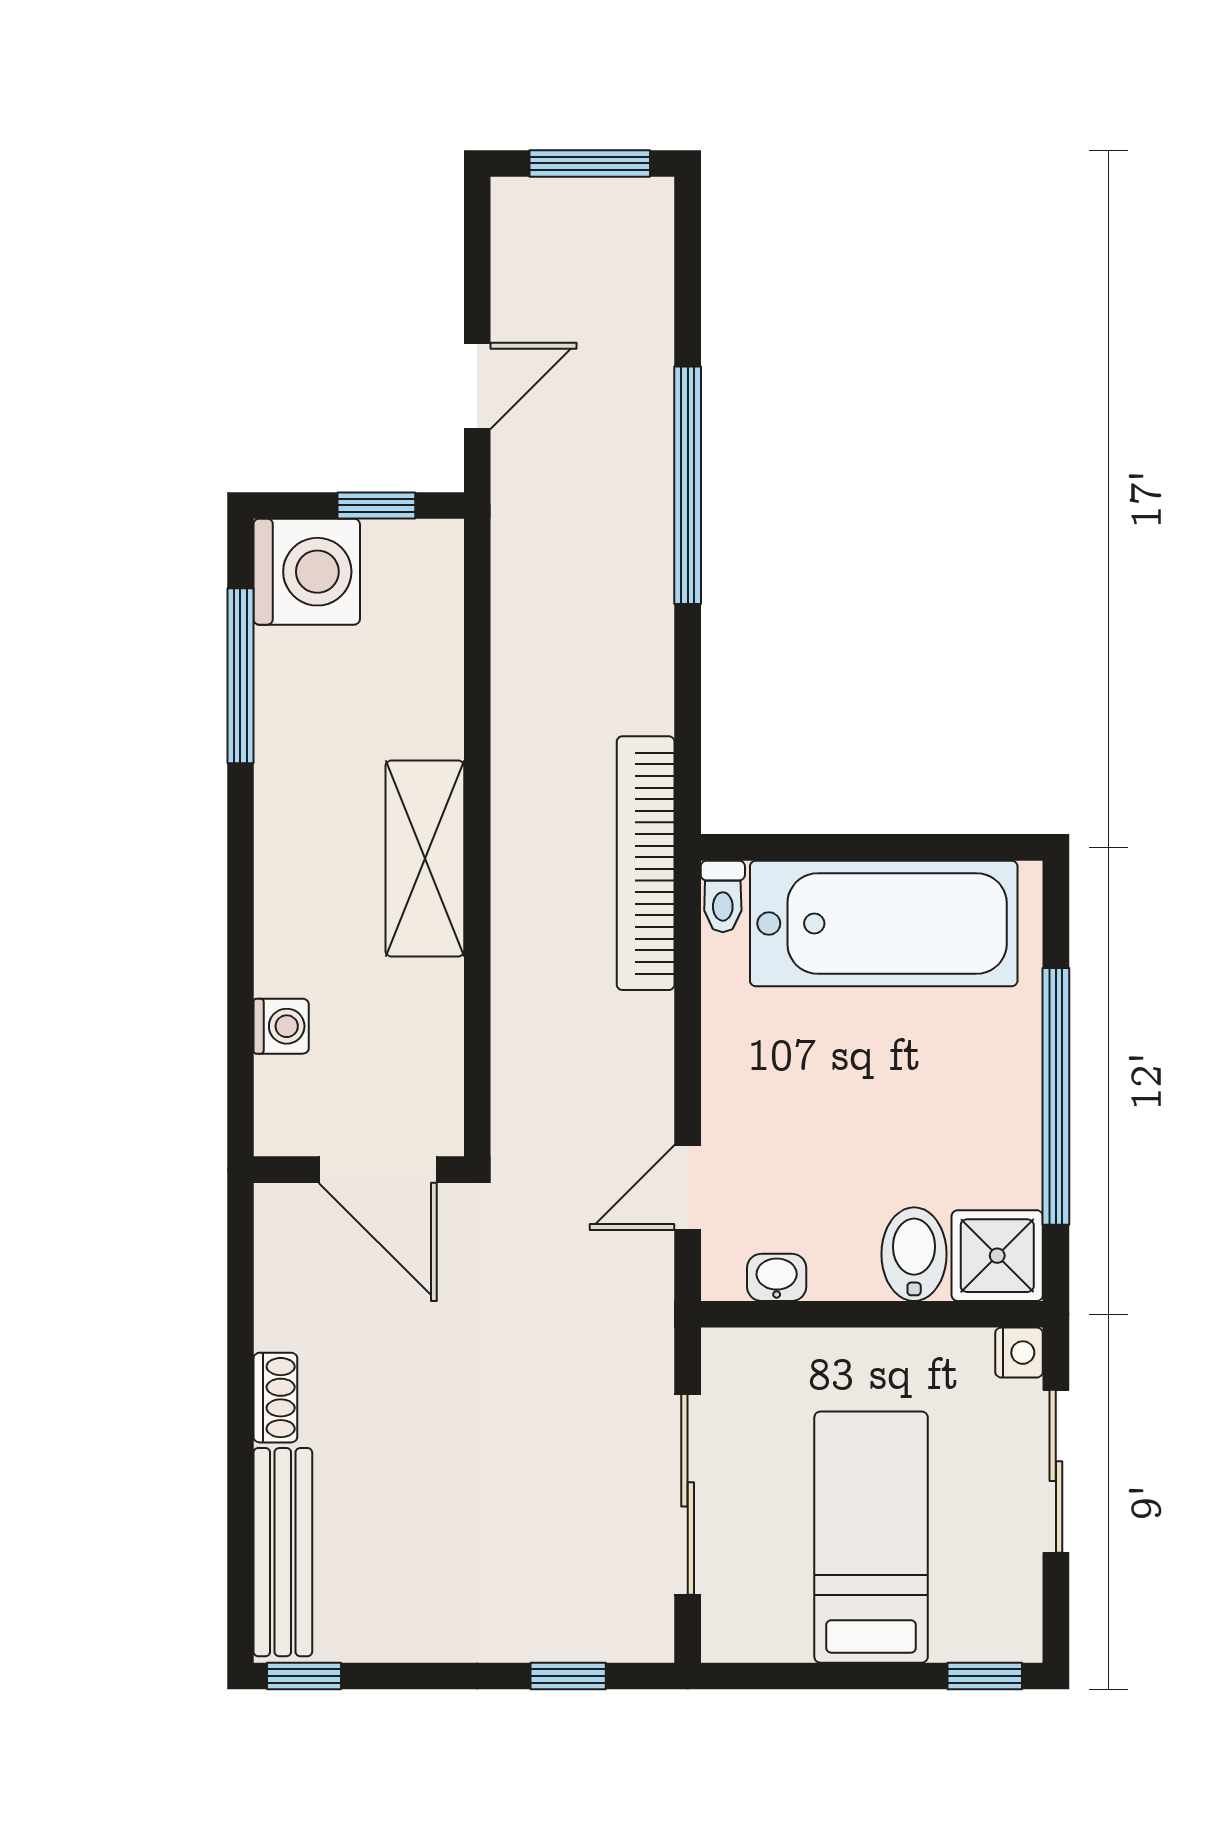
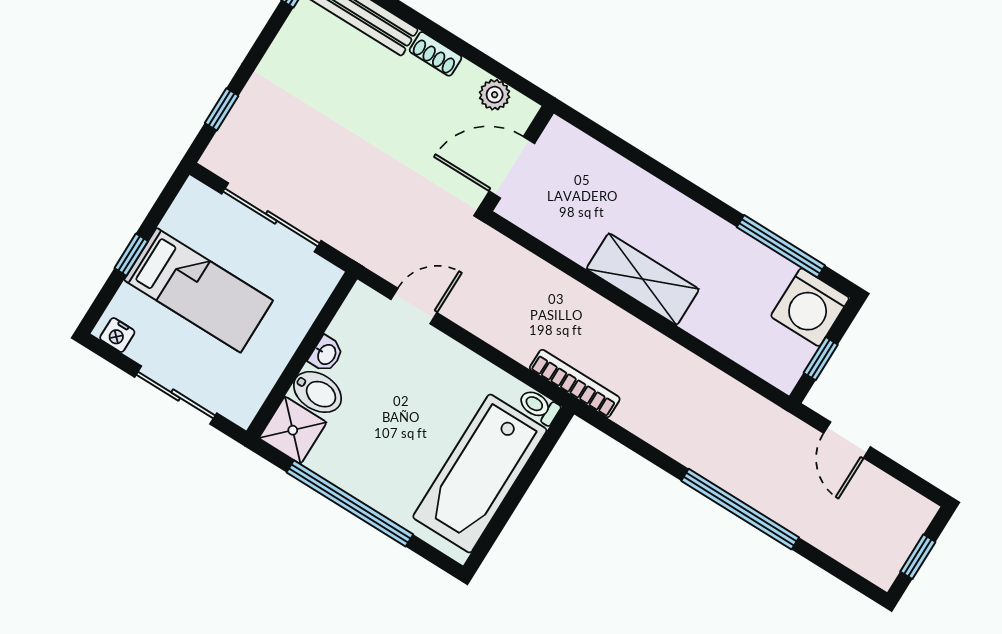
window: (590, 163) -> (918, 557), width x0.67
bookcase: (646, 863) -> (575, 384), width x0.68, depth x0.76
washing machine: (281, 1026) -> (606, 164), removed
door: (688, 1188) -> (414, 306), hinge flipped
plant: (282, 1267) -> (495, 95), added
washbasin: (777, 1277) -> (326, 354), moved
nightstand: (1019, 1353) -> (117, 335), moved
window: (985, 1676) -> (131, 255), moved

